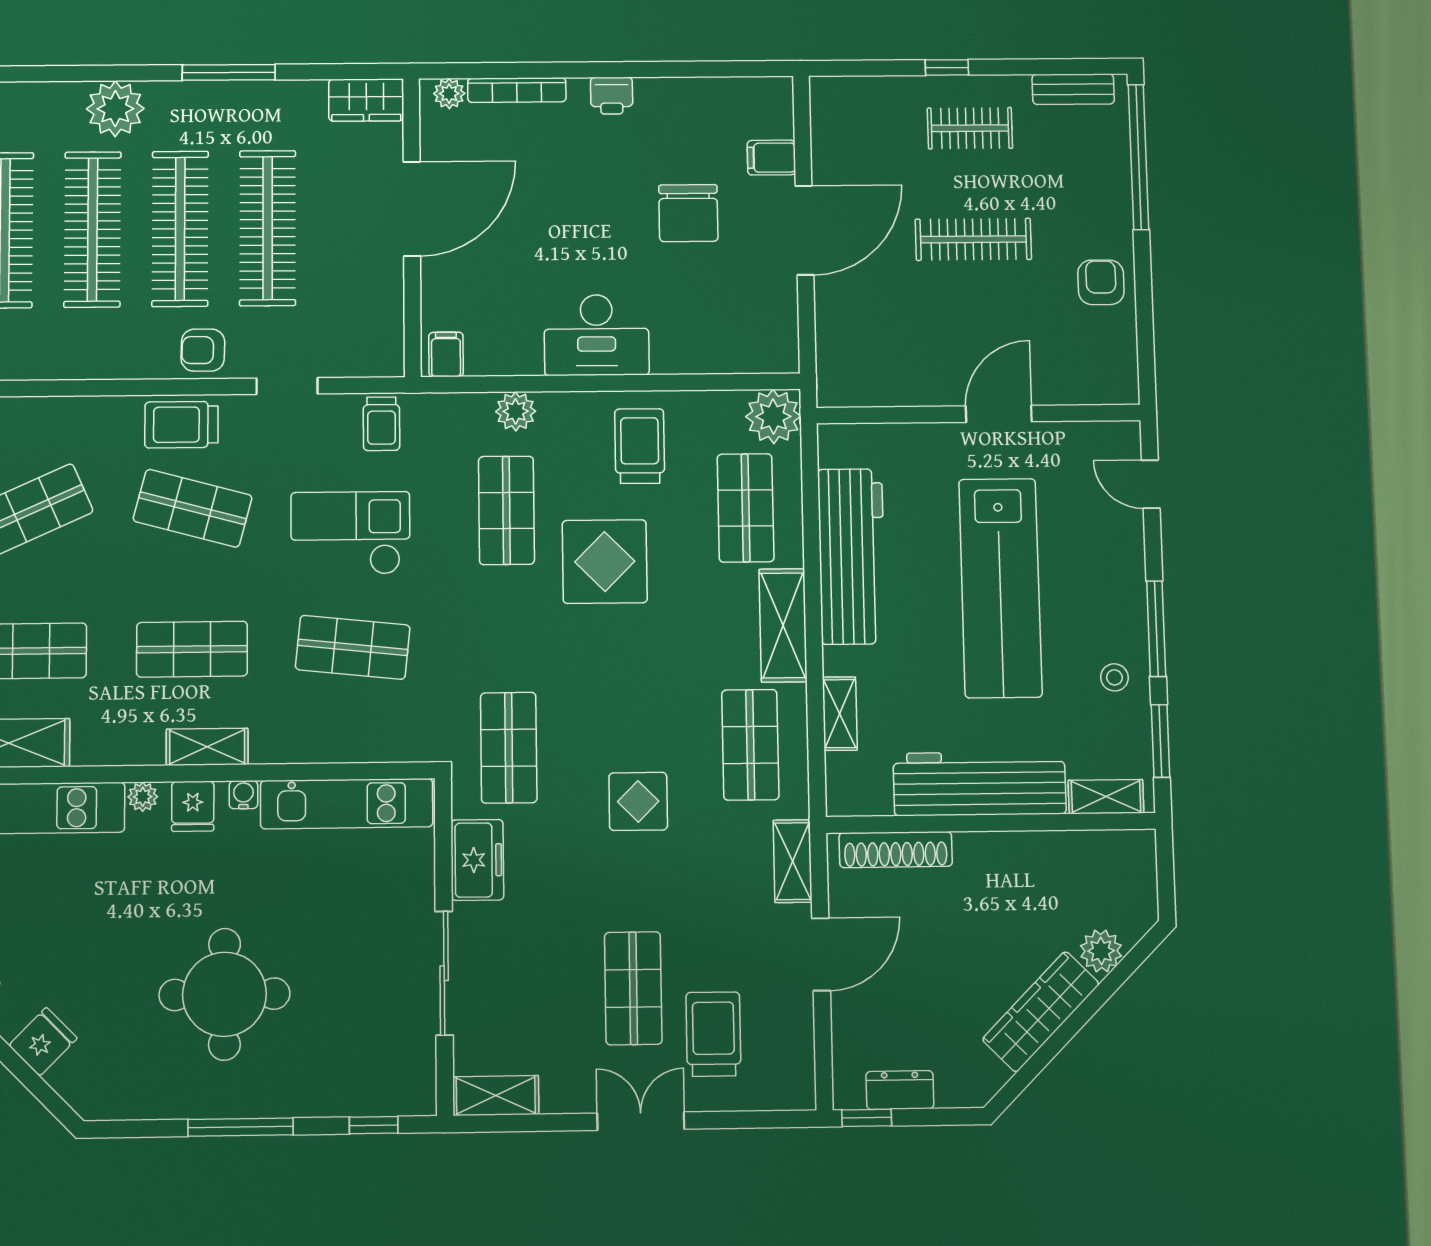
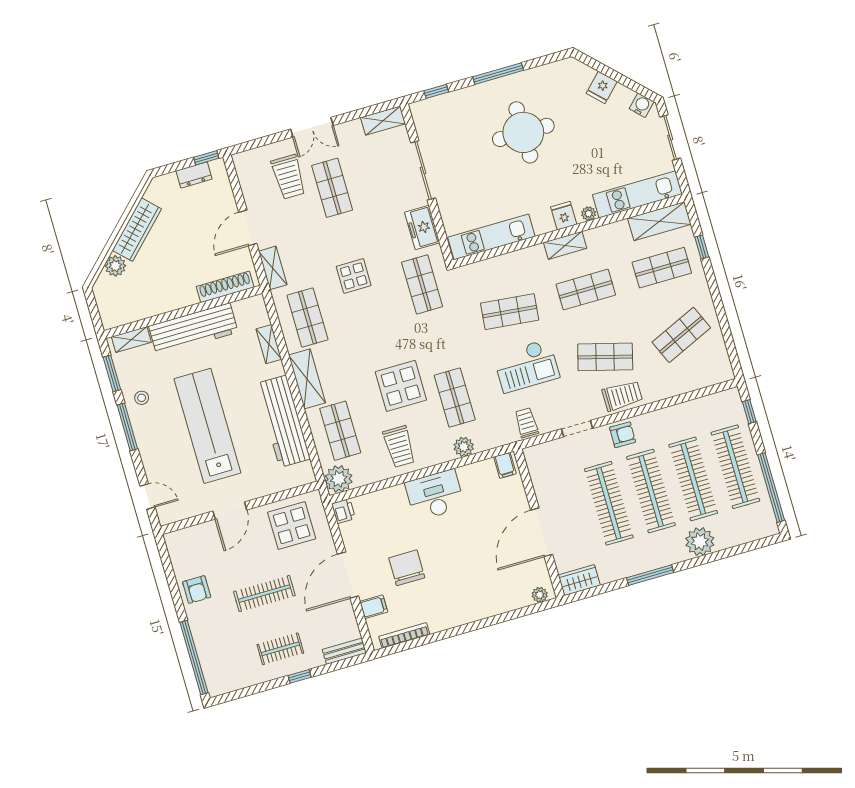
bench: (1073, 89) -> (344, 651), moved
bookcase: (517, 90) -> (404, 635), moved
printer: (612, 96) -> (343, 511), moved, turned 90
display table: (887, 353) -> (292, 525), added
water cooler: (243, 795) -> (541, 228), removed

